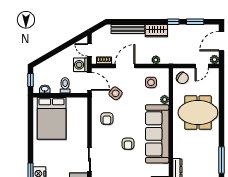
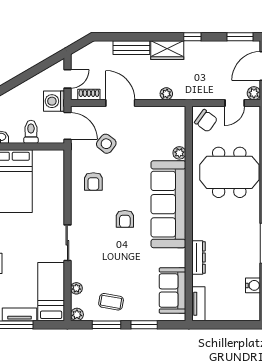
window: (195, 22) -> (240, 37), moved
bench: (128, 29) -> (131, 48), width x0.73
door: (89, 50) -> (67, 79), swing flipped
door: (125, 66) -> (120, 103), hinge flipped
side table: (151, 82) -> (159, 127), removed

